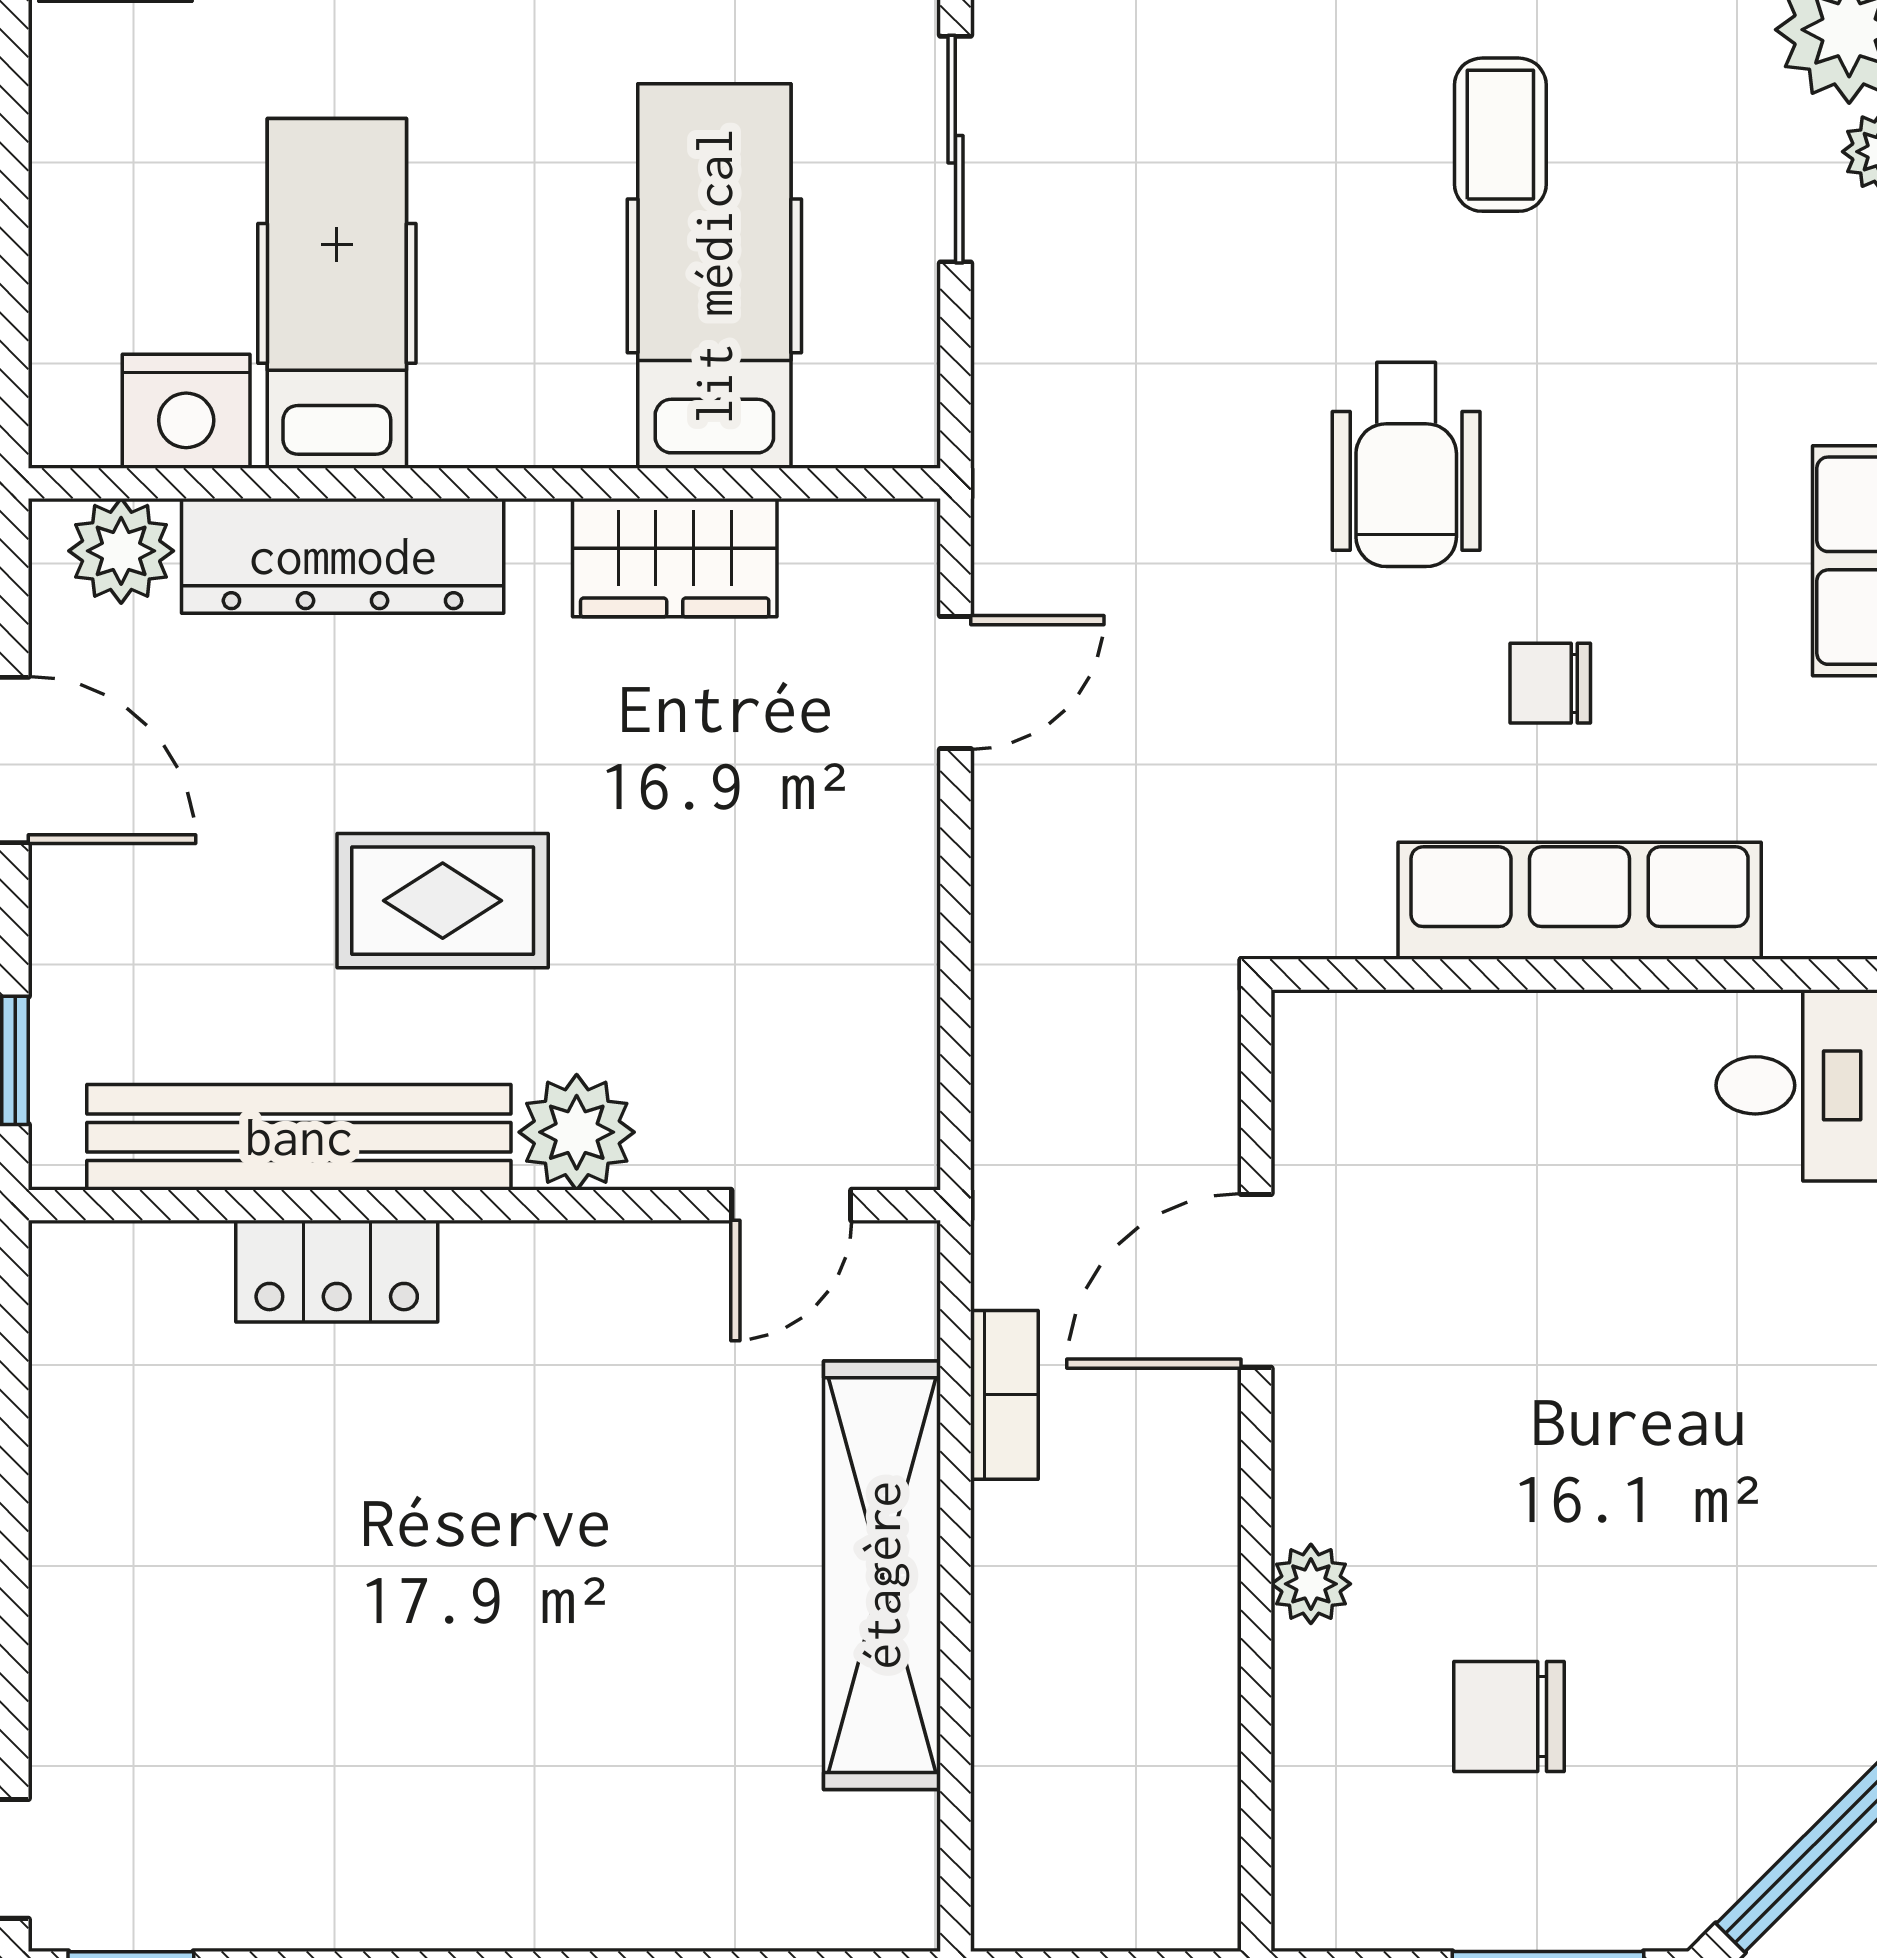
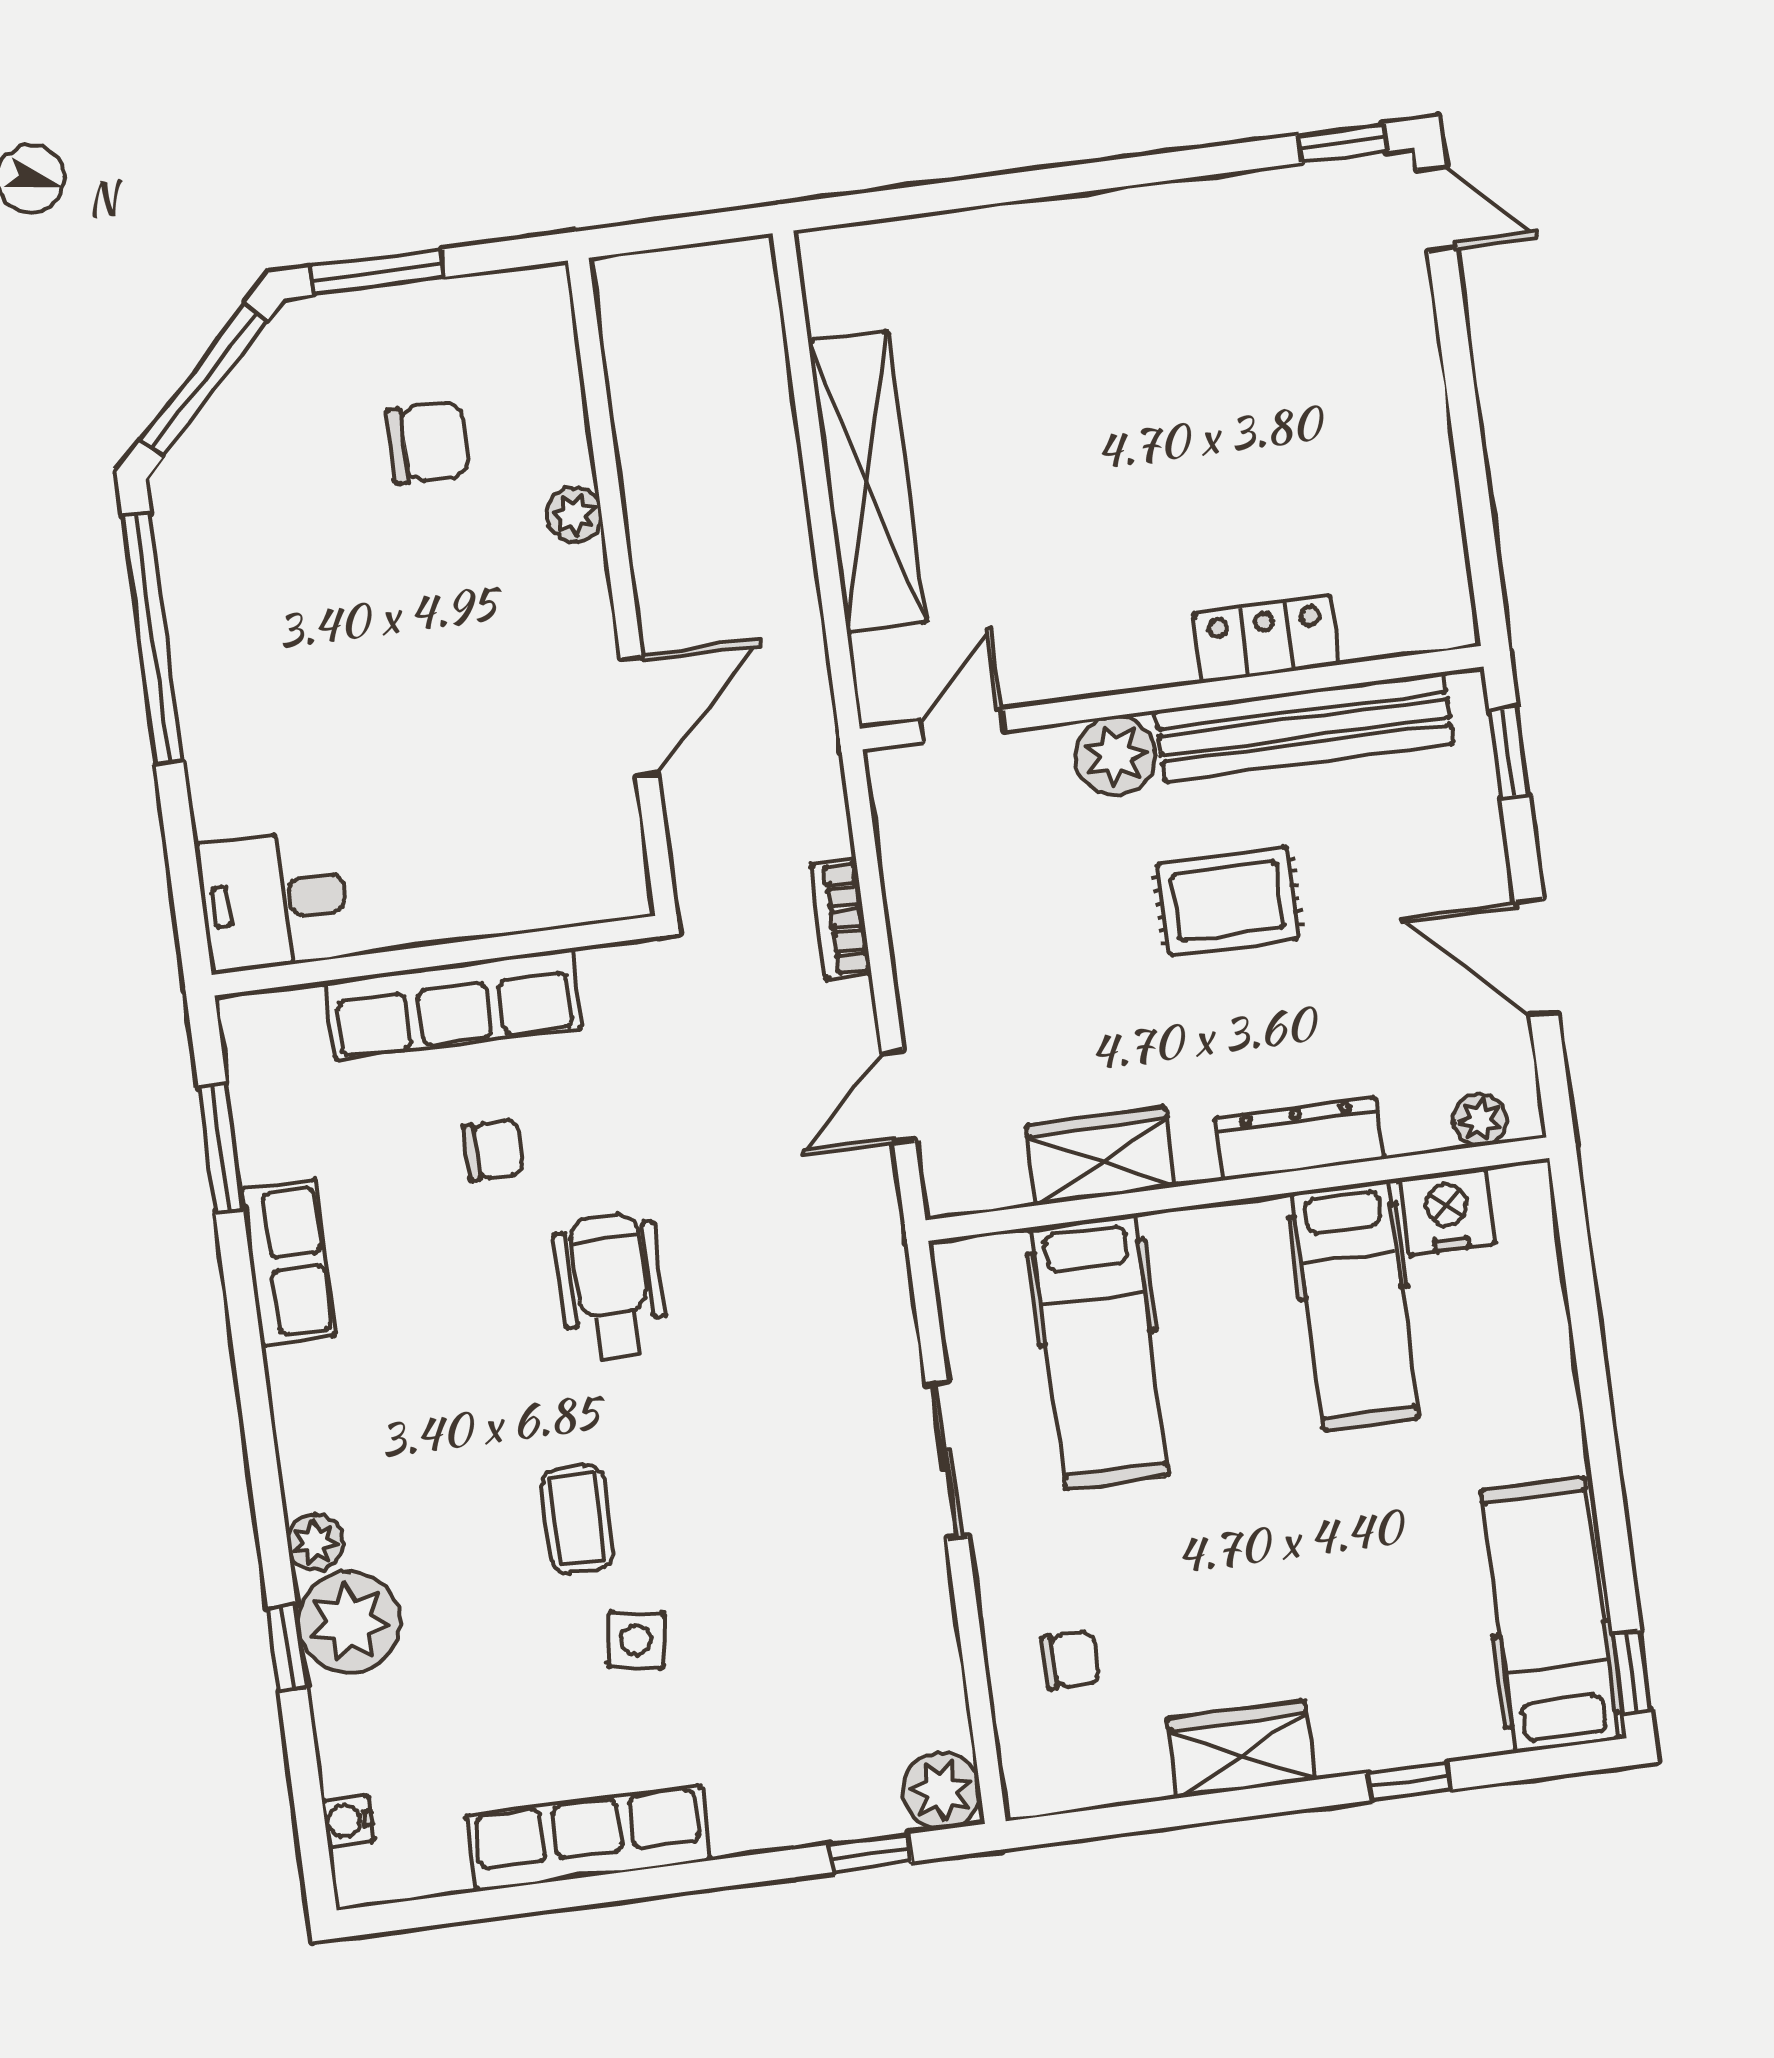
plant: (121, 551) -> (1480, 1120), width x0.73, depth x0.73
dresser: (343, 556) -> (1299, 1139), width x0.73, depth x0.80
bookcase: (1004, 1395) -> (841, 919), moved

